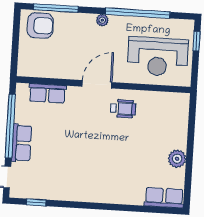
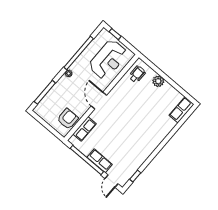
armchair: (40, 26) -> (68, 119), moved
wheelchair: (123, 109) -> (137, 74), moved
plant: (177, 159) -> (158, 81), moved

